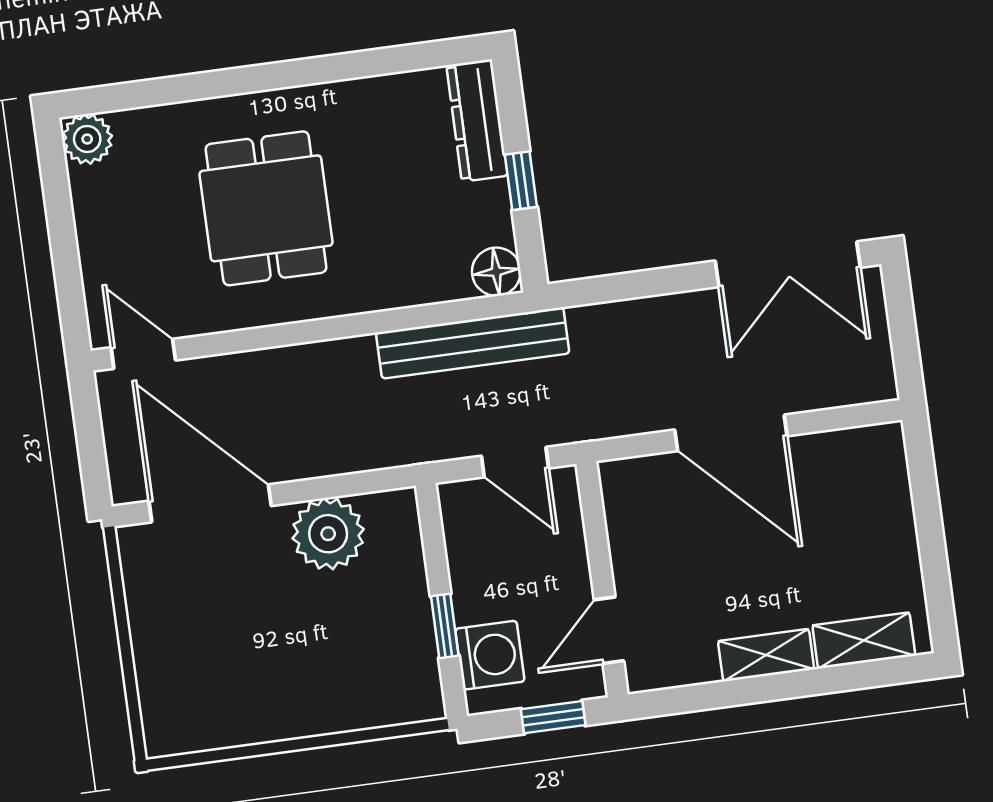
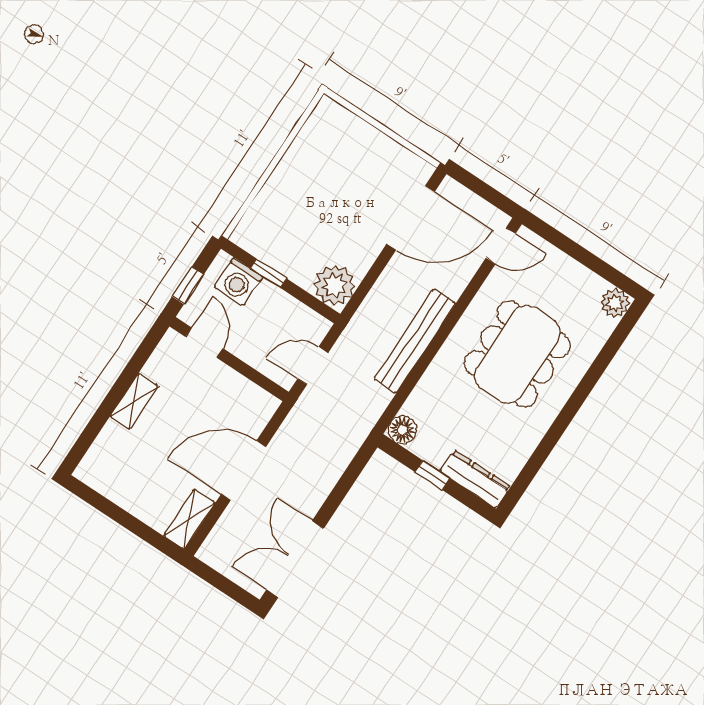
dining table: (266, 208) -> (517, 354), width x1.38
bench: (473, 343) -> (415, 341), moved
plant: (328, 534) -> (334, 285), moved
shelving: (864, 640) -> (189, 519), moved

